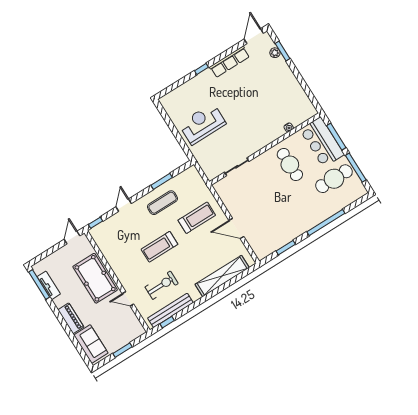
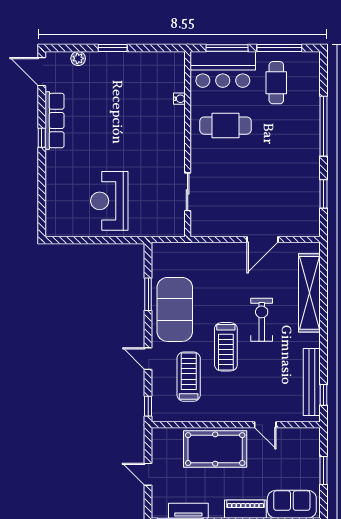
window: (282, 51) -> (113, 48), moved
window: (201, 69) -> (42, 138), moved
cafe table: (334, 179) -> (276, 83), width x0.73, depth x0.74
exercise mat: (163, 203) -> (175, 309), width x2.00, depth x1.45
treadmill: (197, 218) -> (189, 377), moved
door: (72, 238) -> (148, 474), moved
exercise bike: (162, 285) -> (262, 320), moved
door: (128, 299) -> (265, 425), hinge flipped

